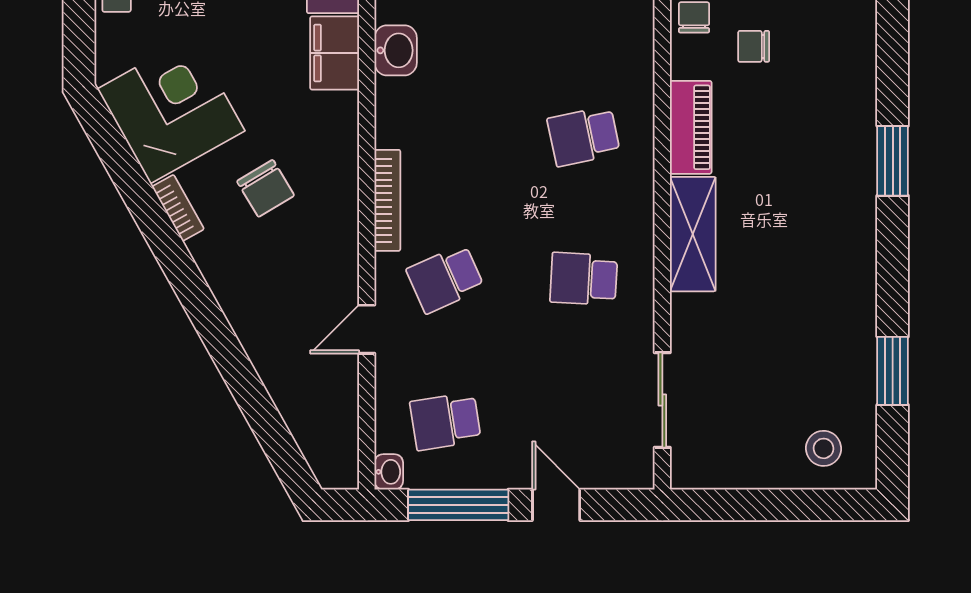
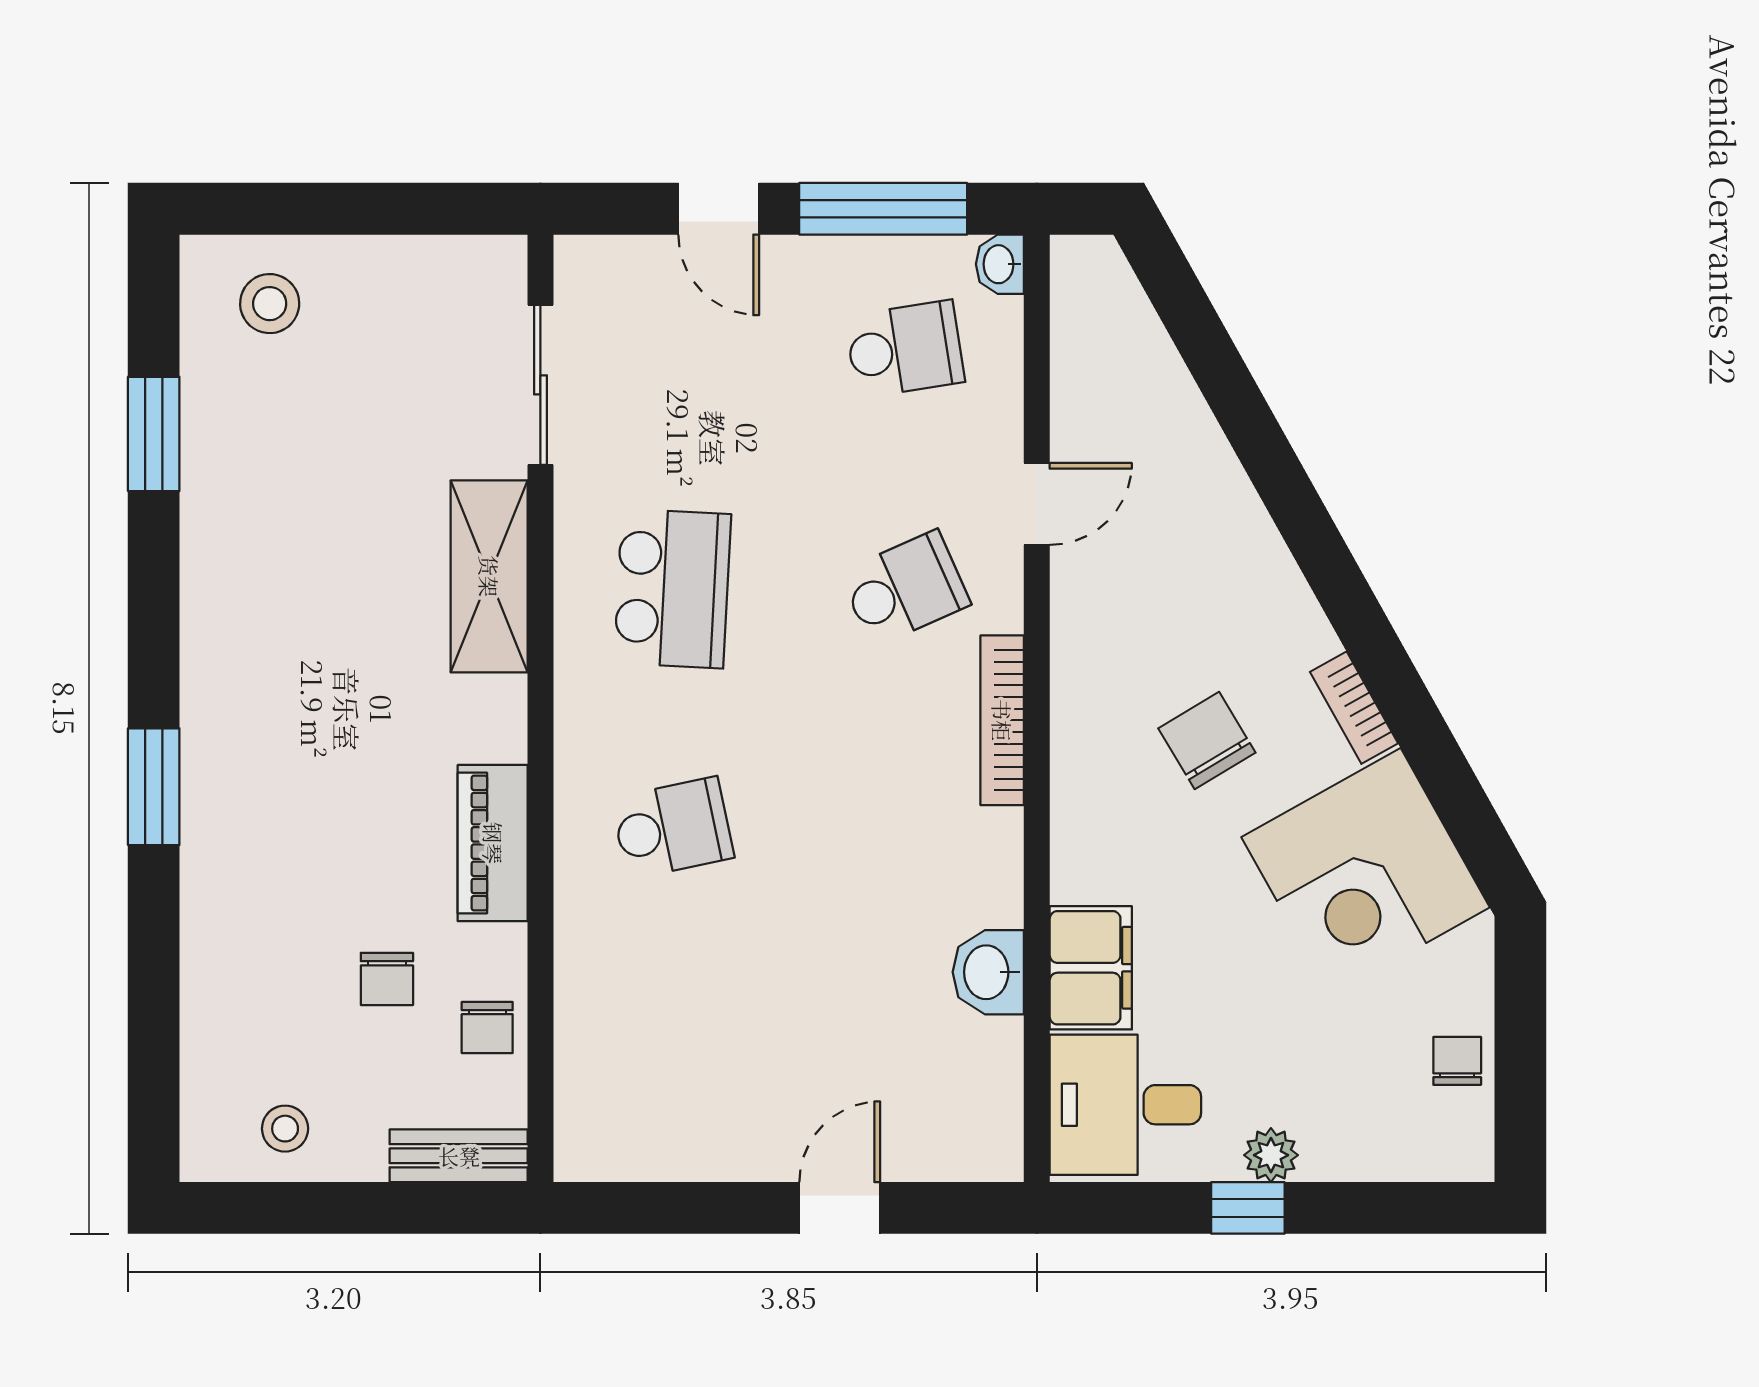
chair: (754, 46) -> (387, 979), turned 90
shelving: (693, 234) -> (489, 576), moved
school desk: (584, 279) -> (673, 589), width x1.85

